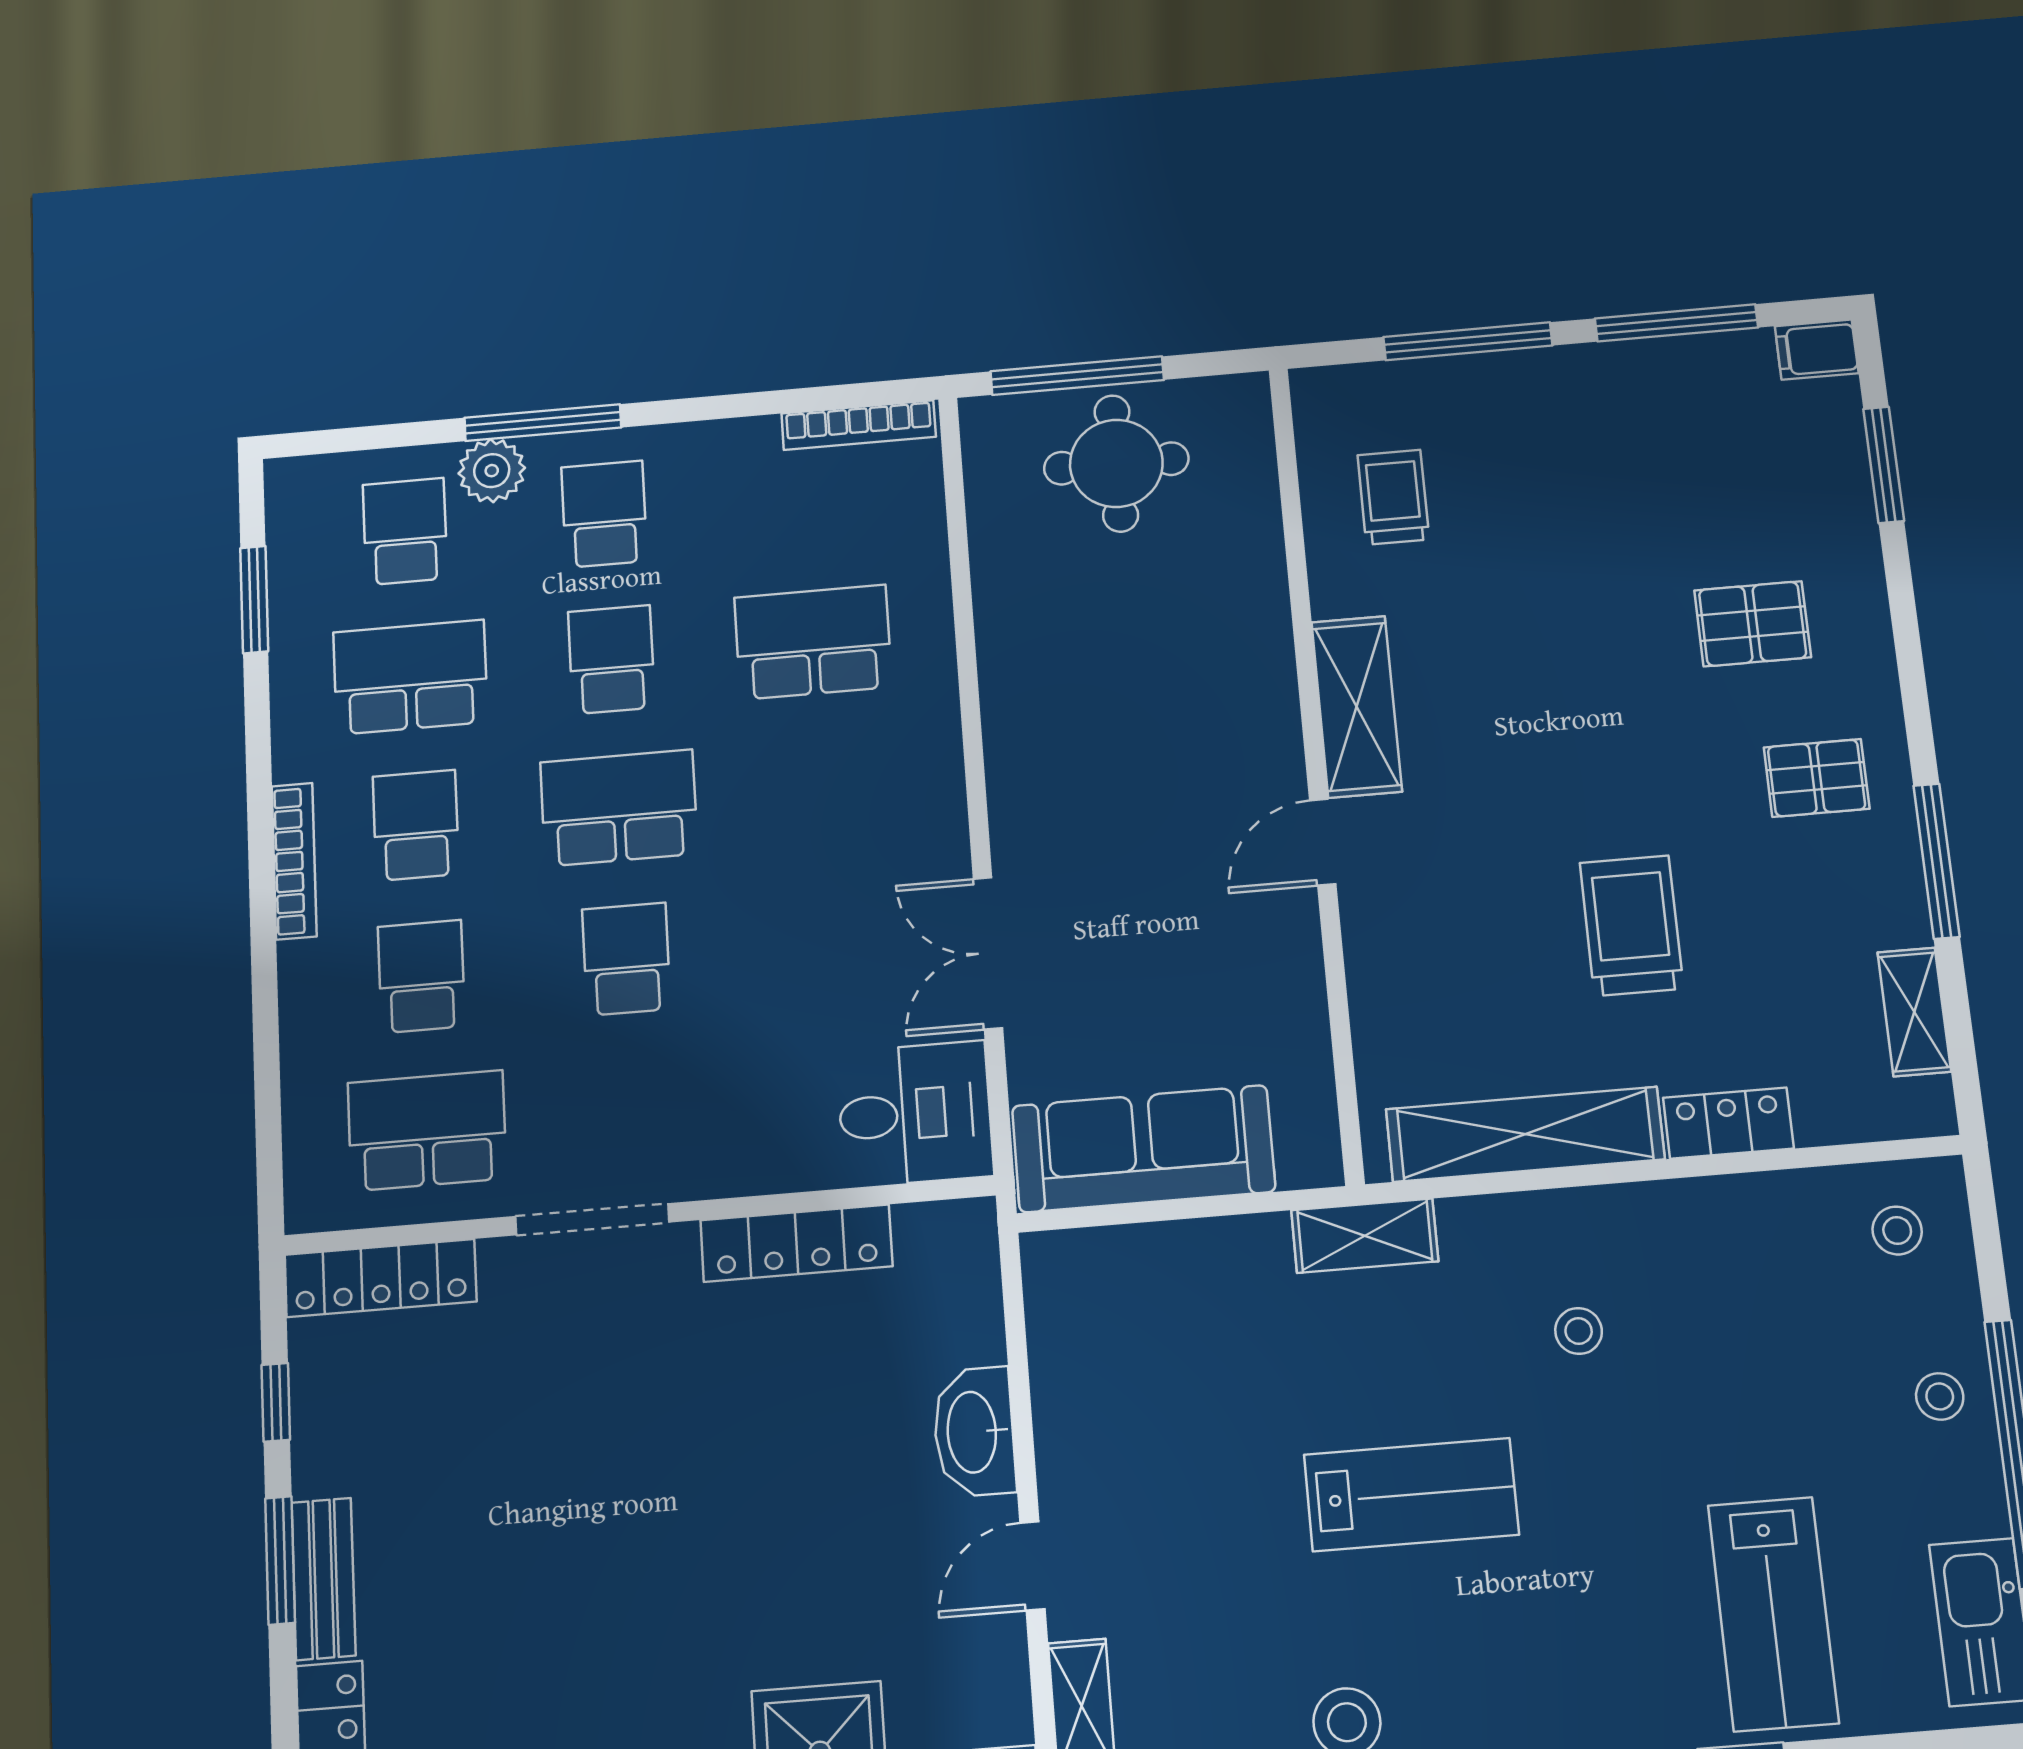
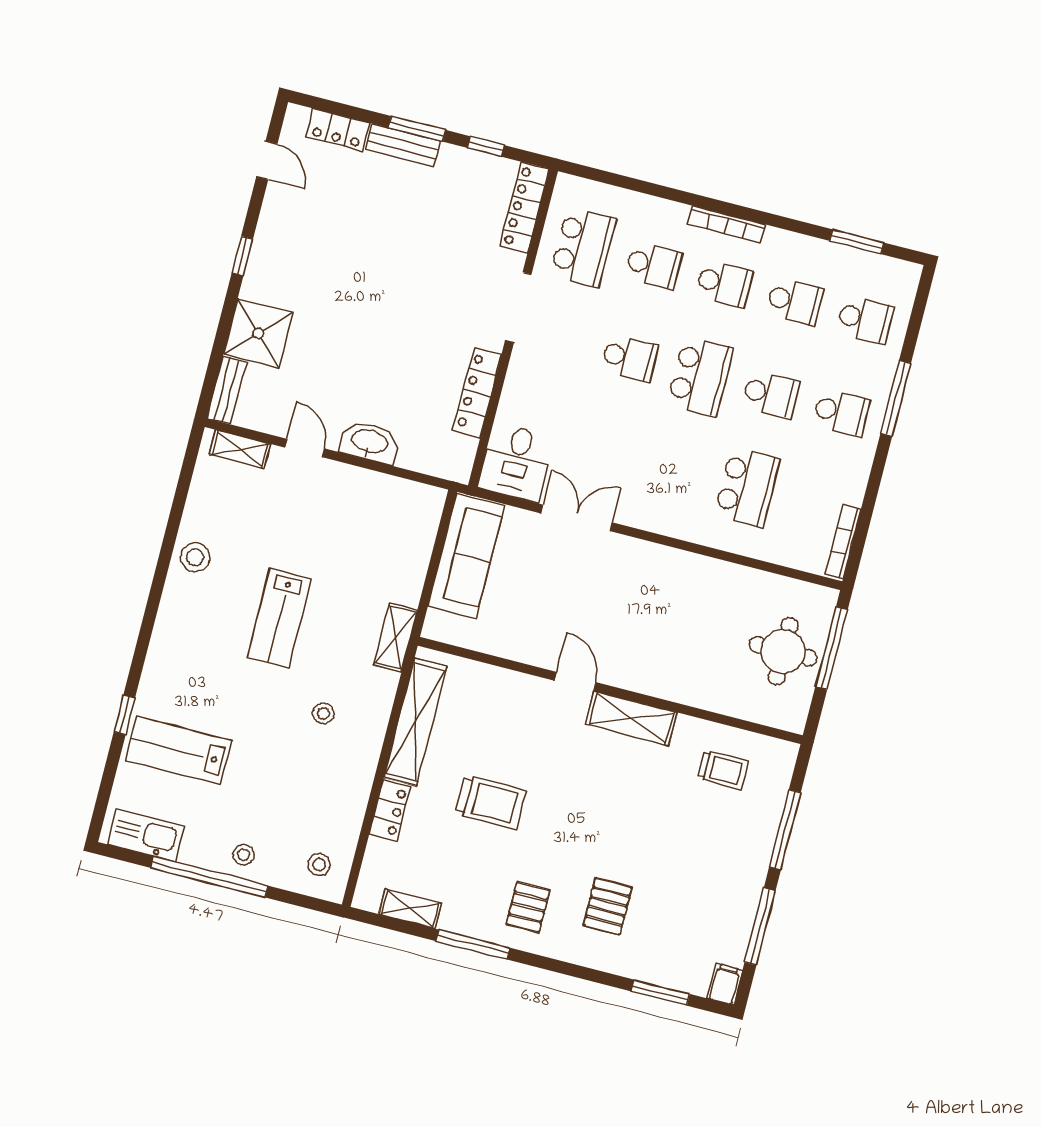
plant: (492, 471) -> (881, 368), removed
school desk: (410, 677) -> (795, 302), width x0.54

